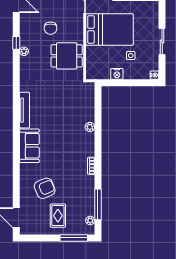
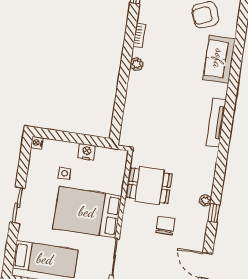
sliding door: (162, 42) -> (17, 205), moved
plant: (90, 127) -> (136, 64), moved
sofa: (29, 146) -> (219, 59), moved

